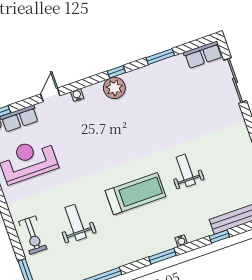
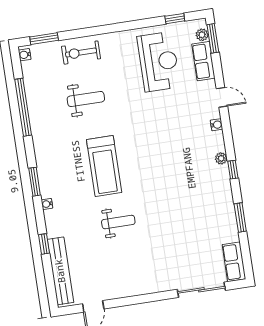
plant: (114, 88) -> (221, 158), width x0.53, depth x0.53

